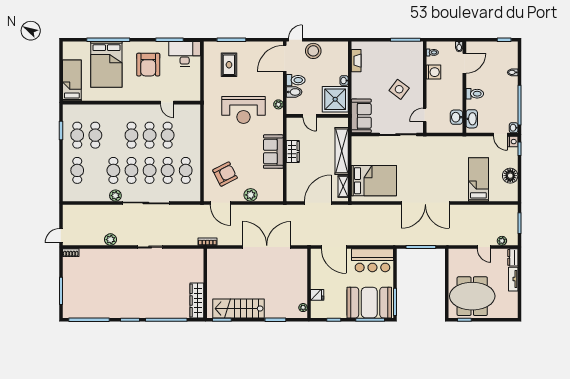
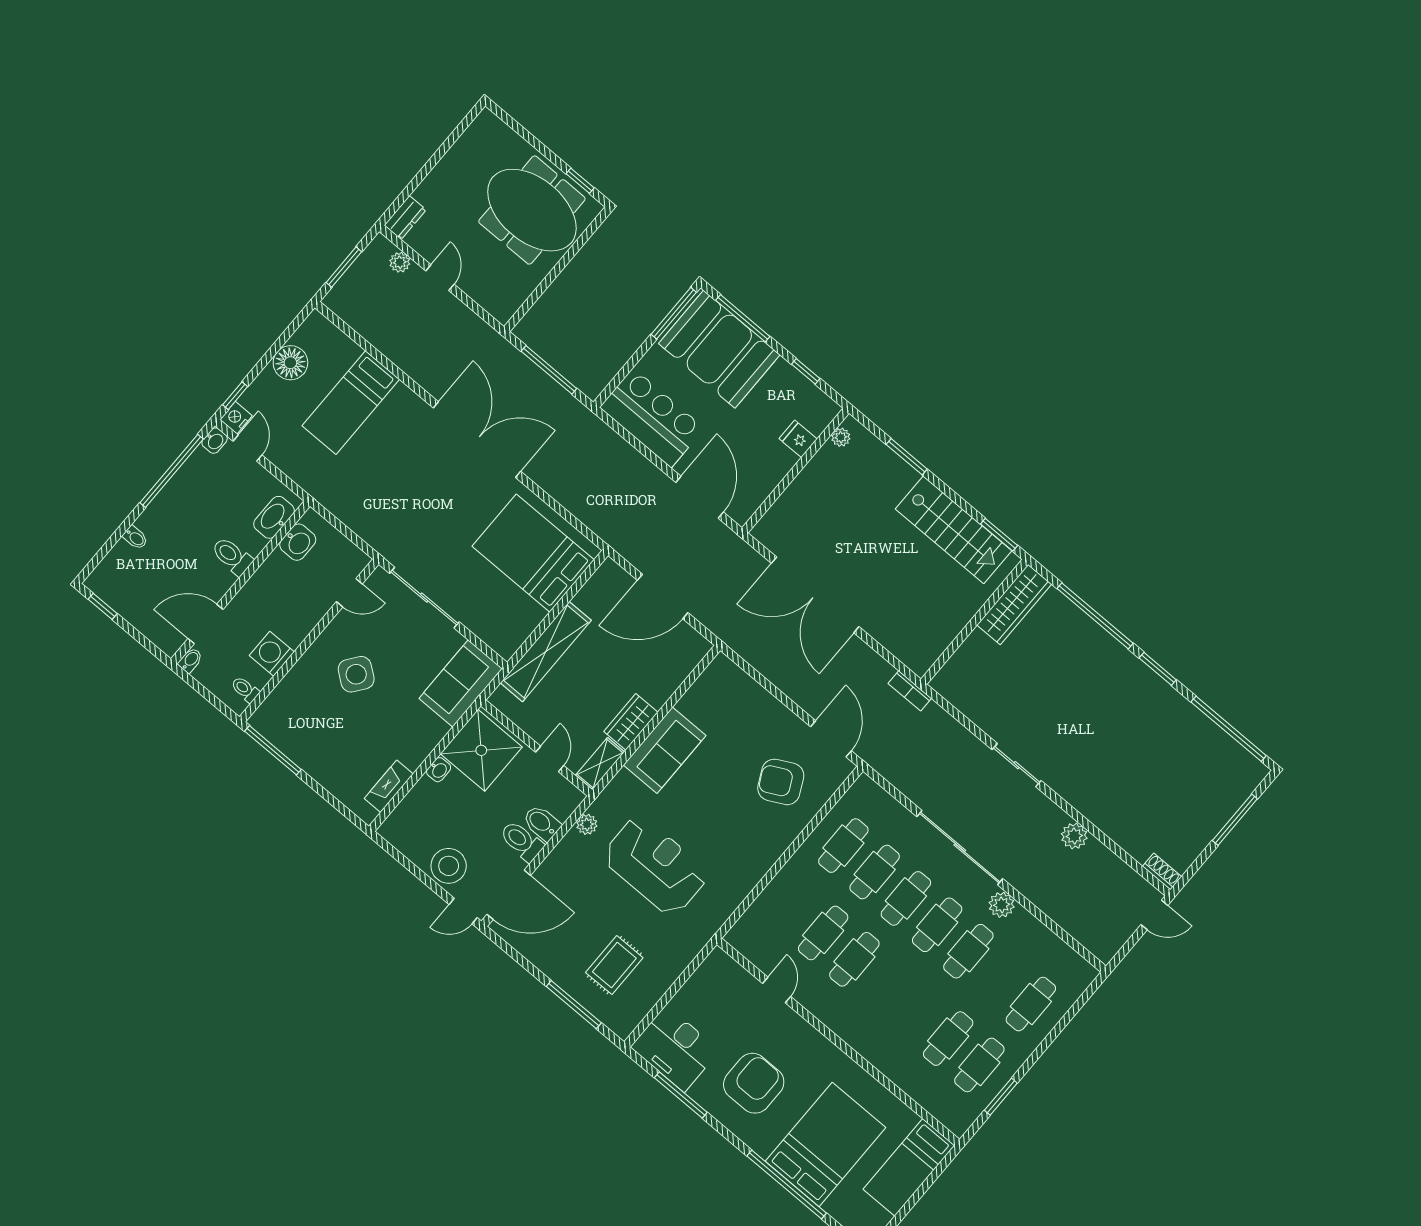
cafe table: (131, 135) -> (886, 986), removed
shelving: (343, 187) -> (600, 764), moved
plant: (251, 195) -> (767, 709), removed
tv unit: (513, 279) -> (436, 180), removed

